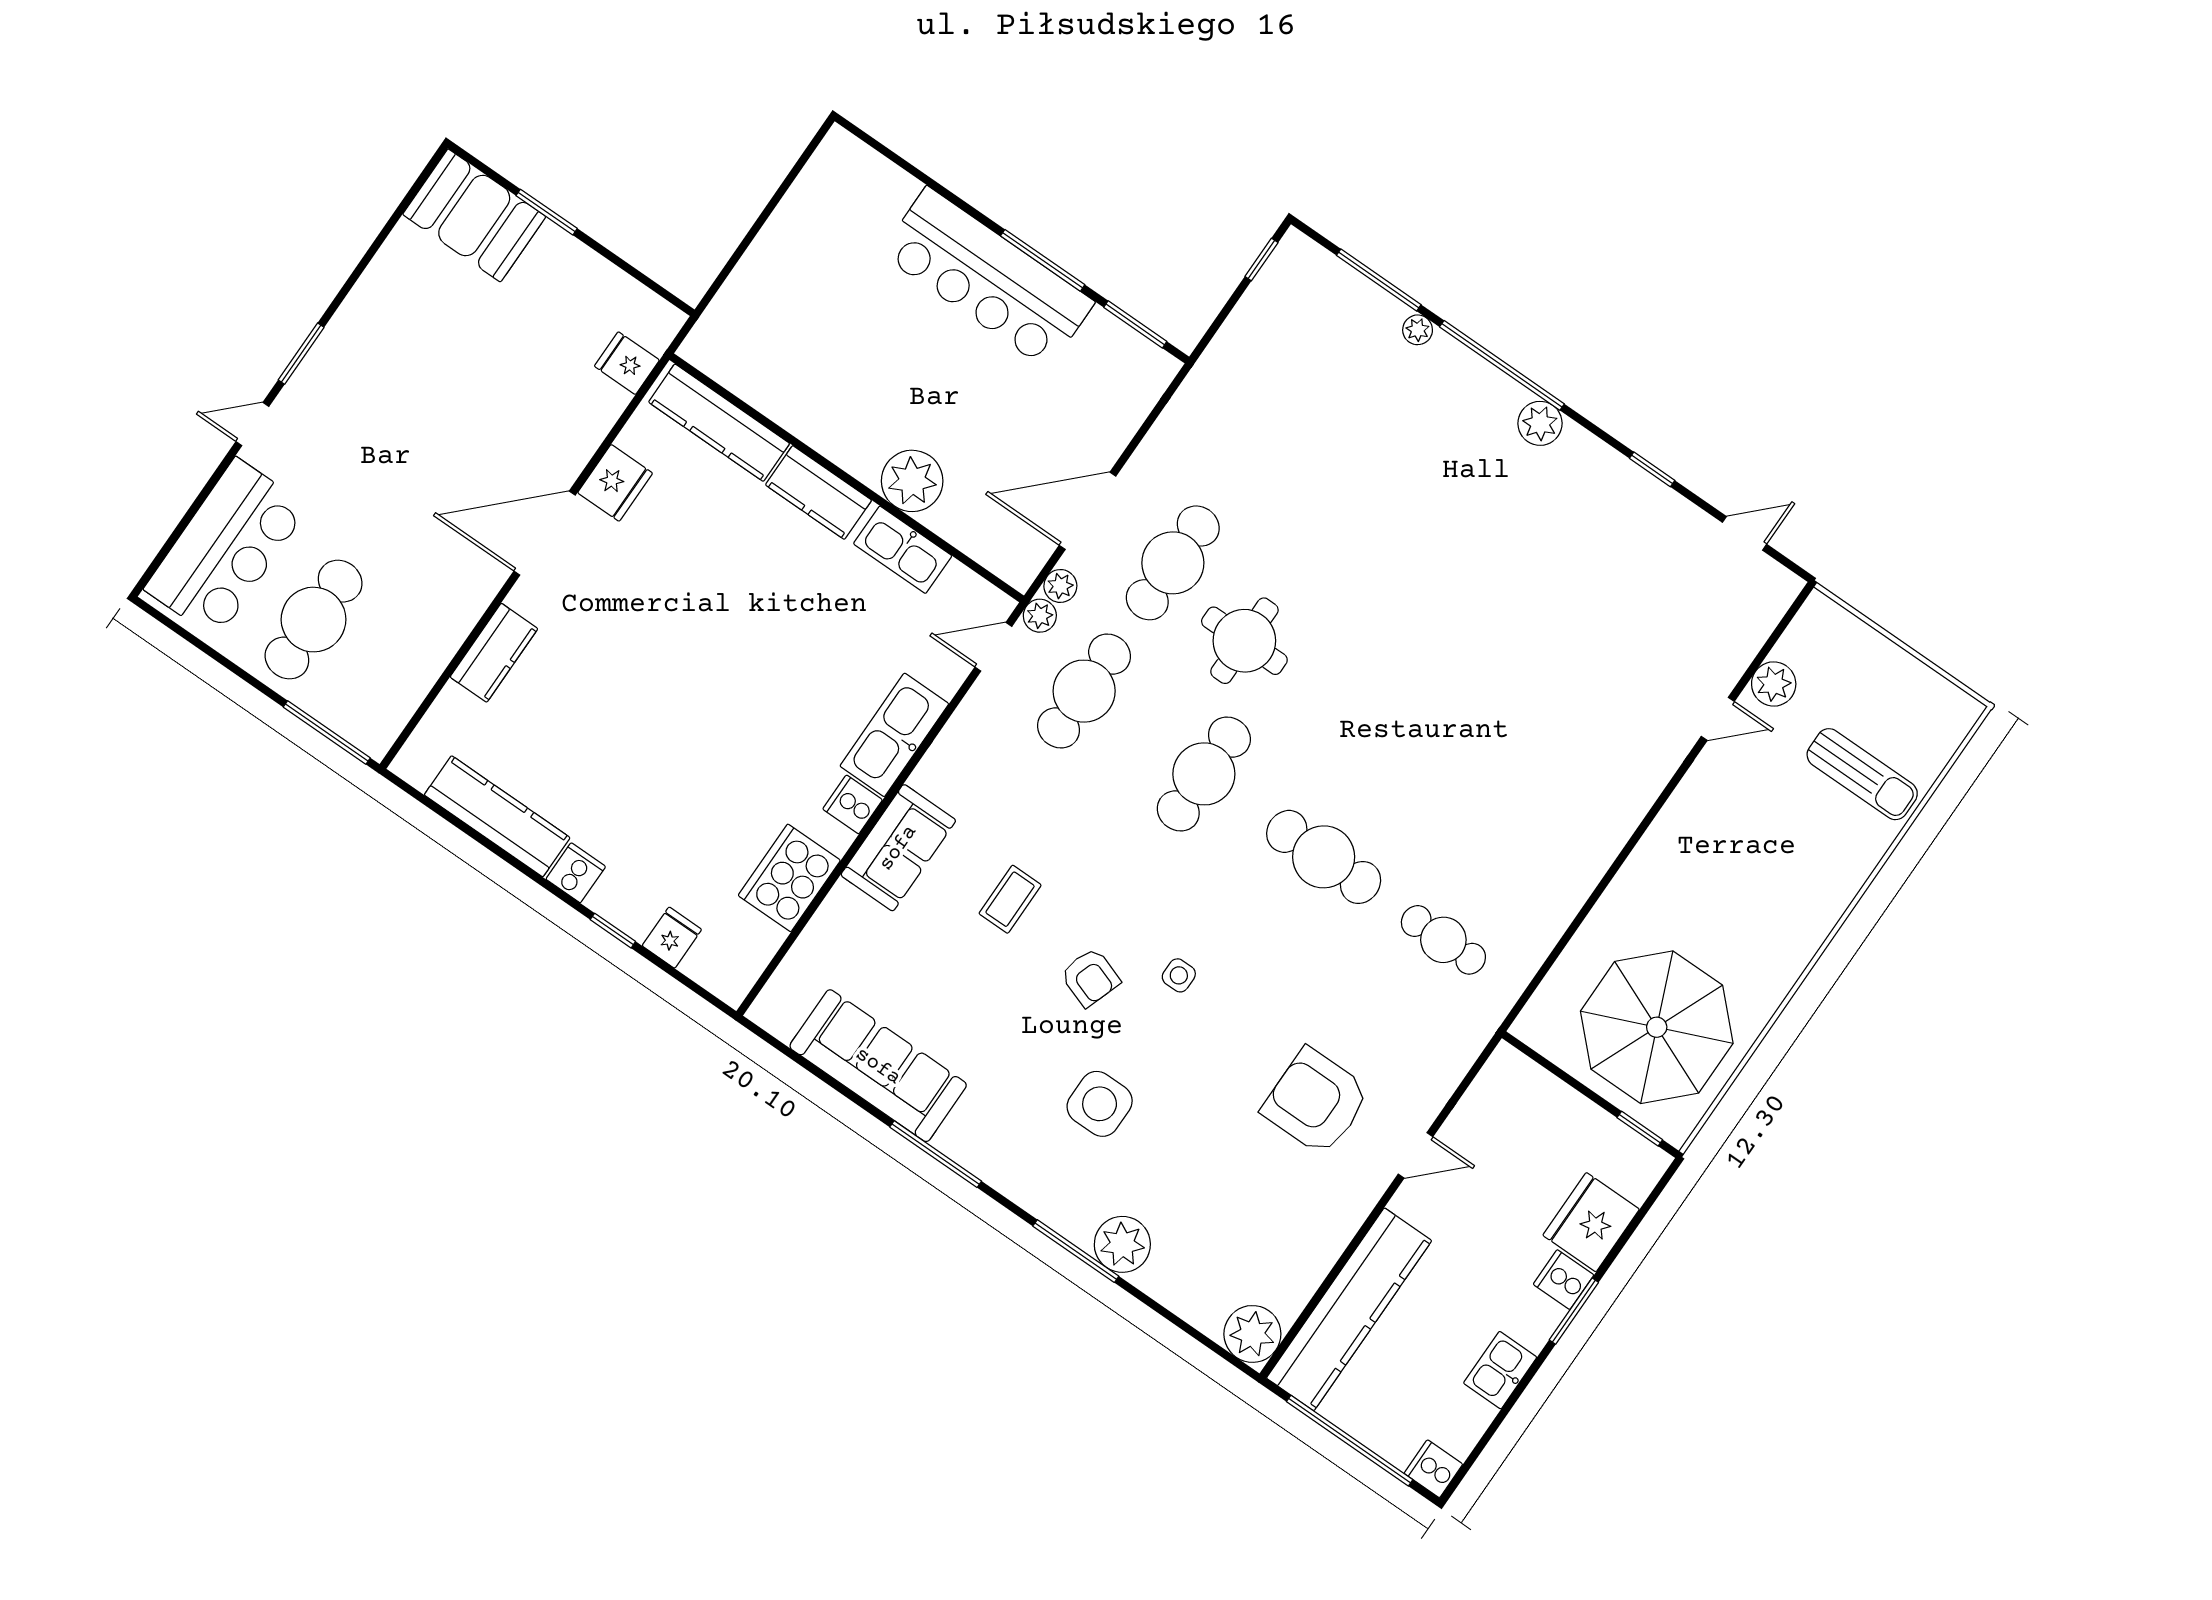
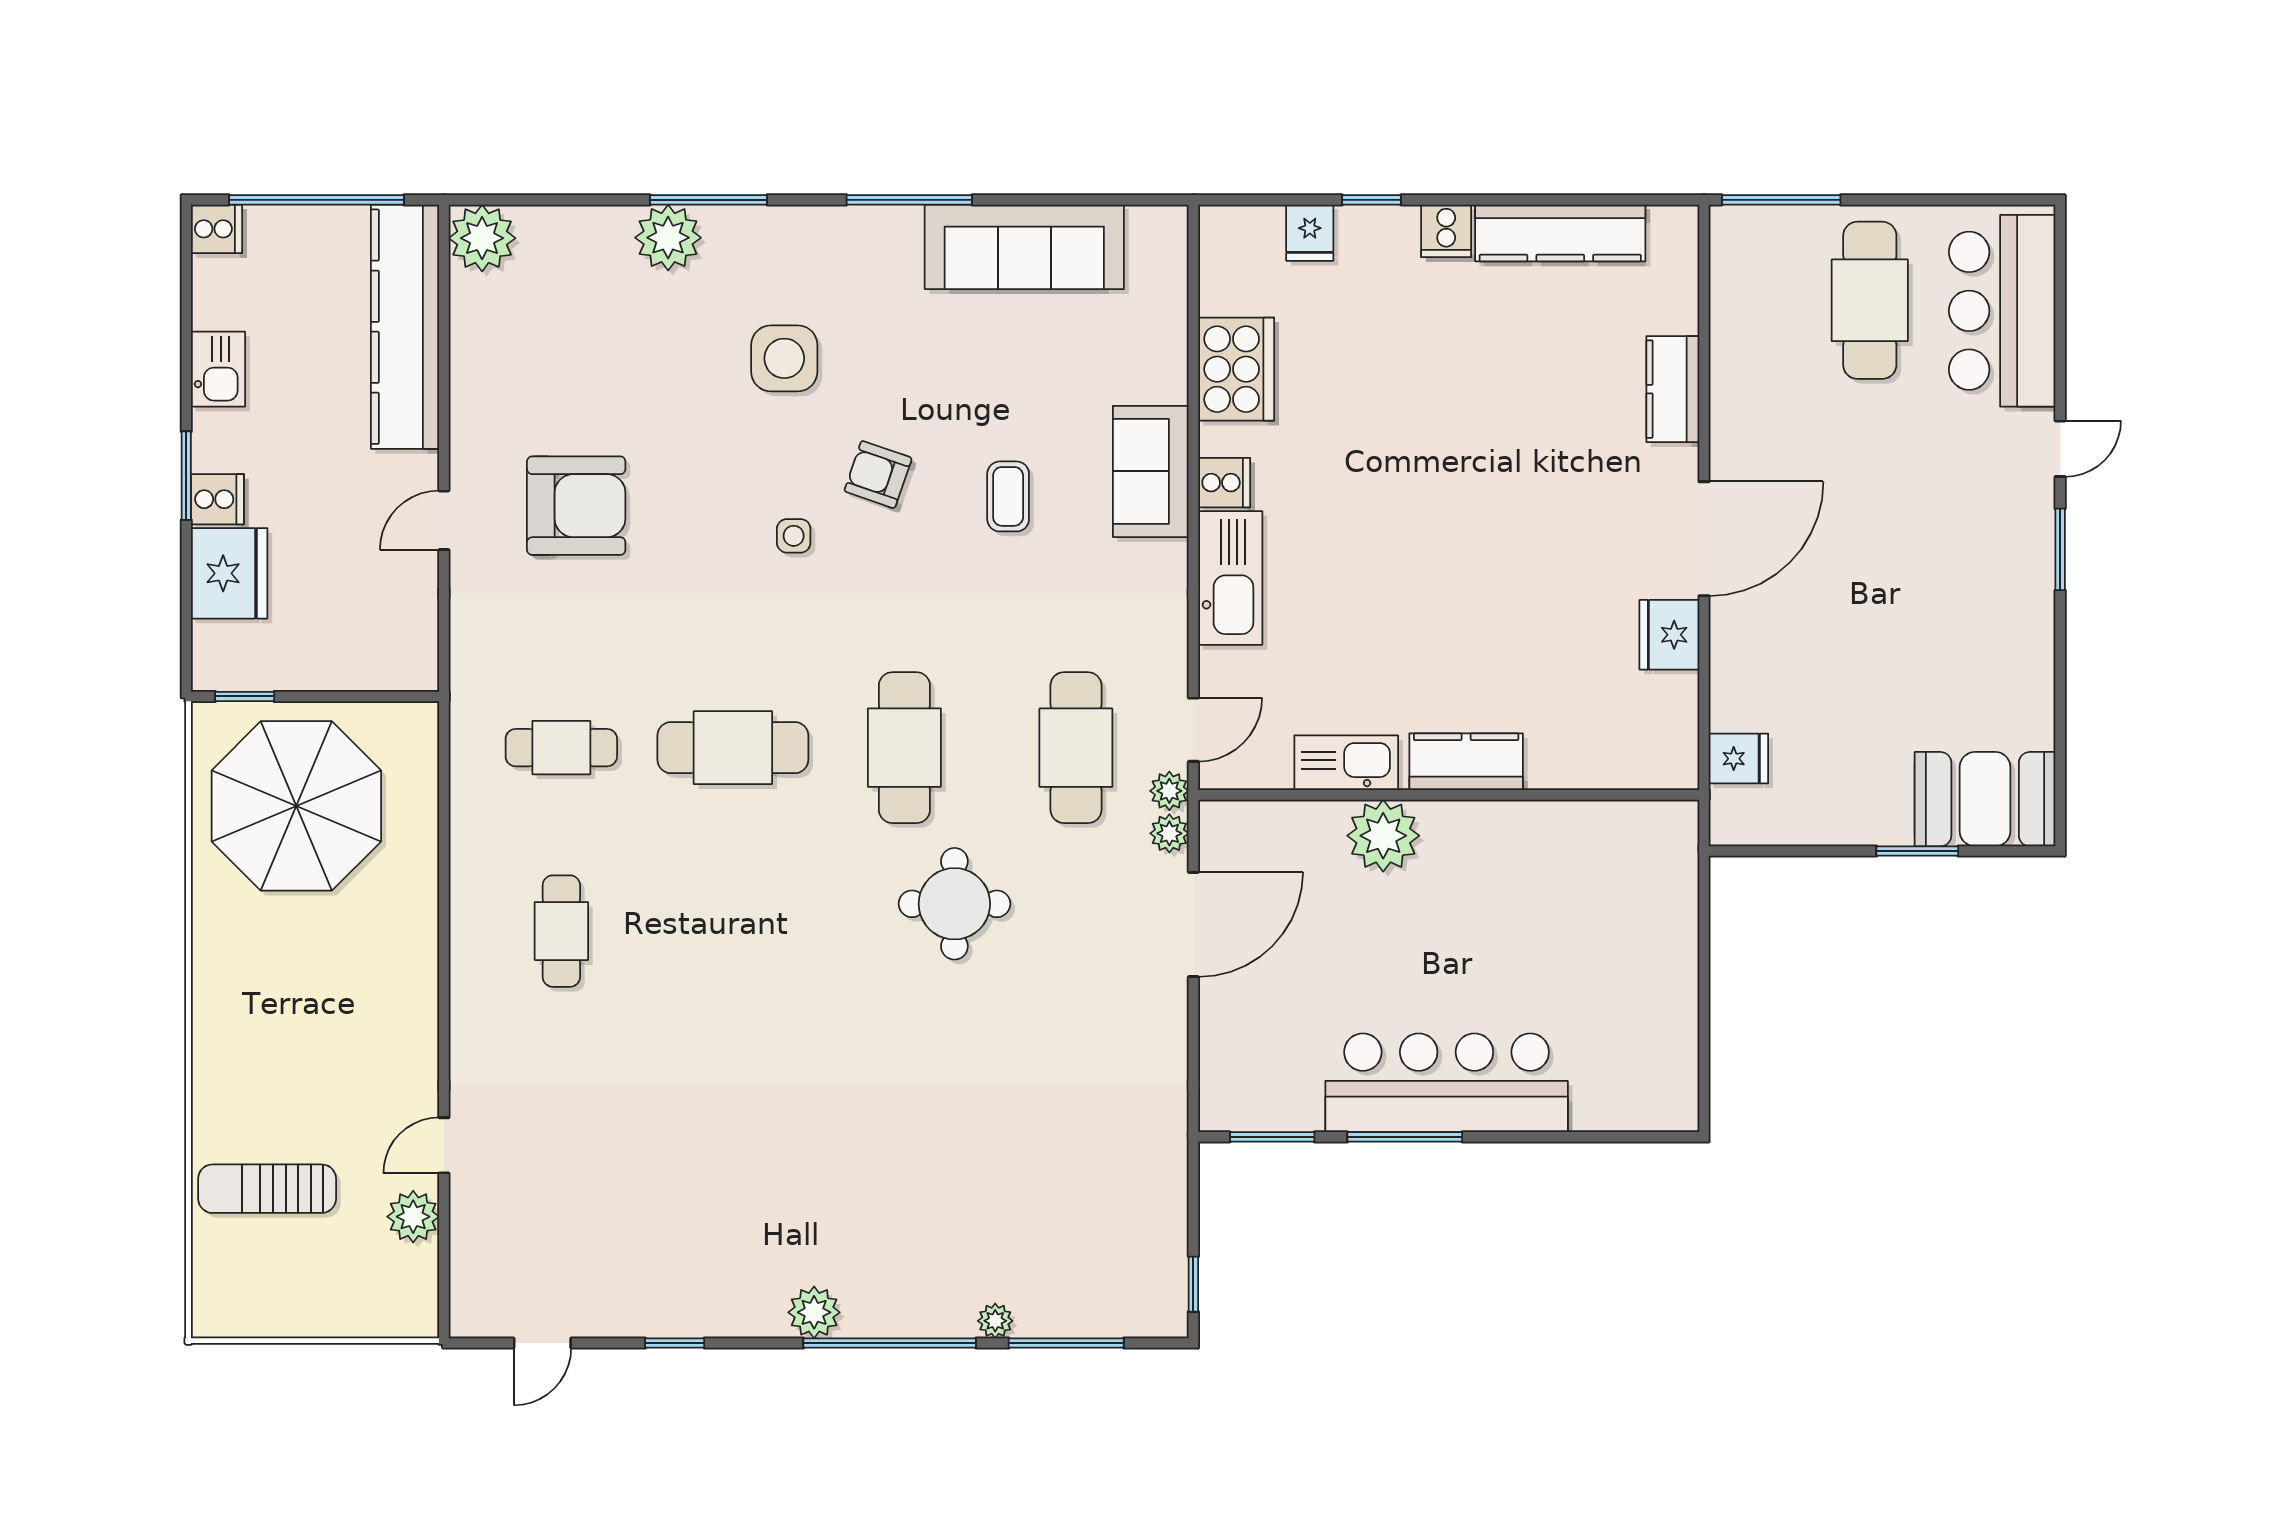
kitchen counter: (719, 423) -> (1609, 763), removed
cafe table: (1173, 563) -> (561, 931), moved, width x0.73, depth x0.74

